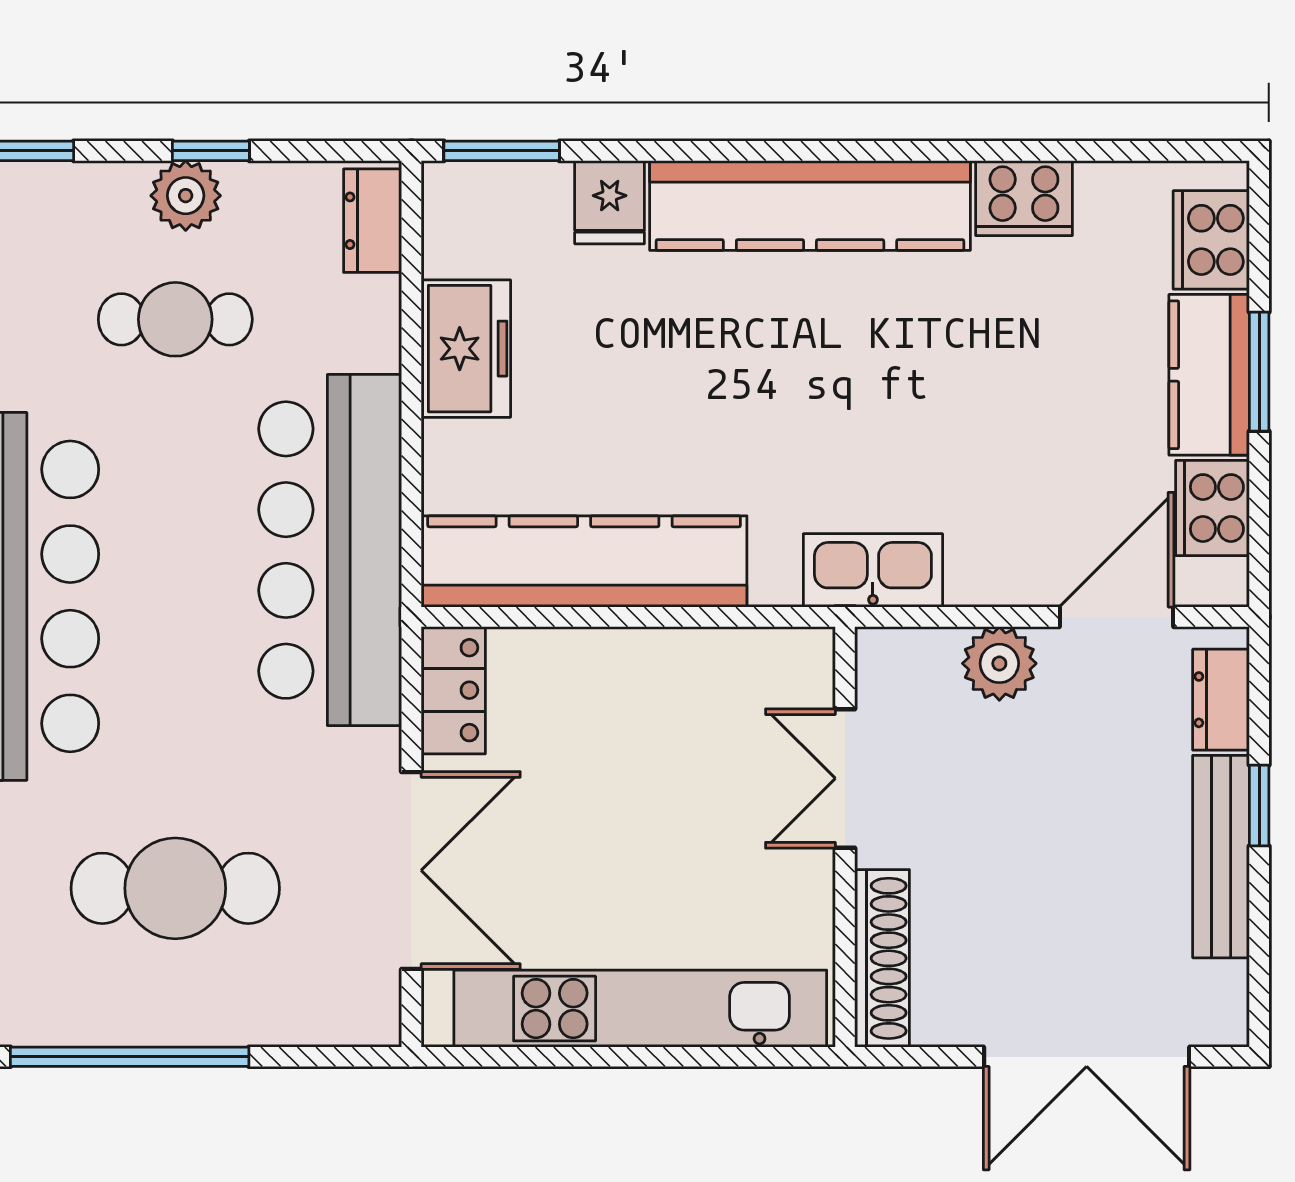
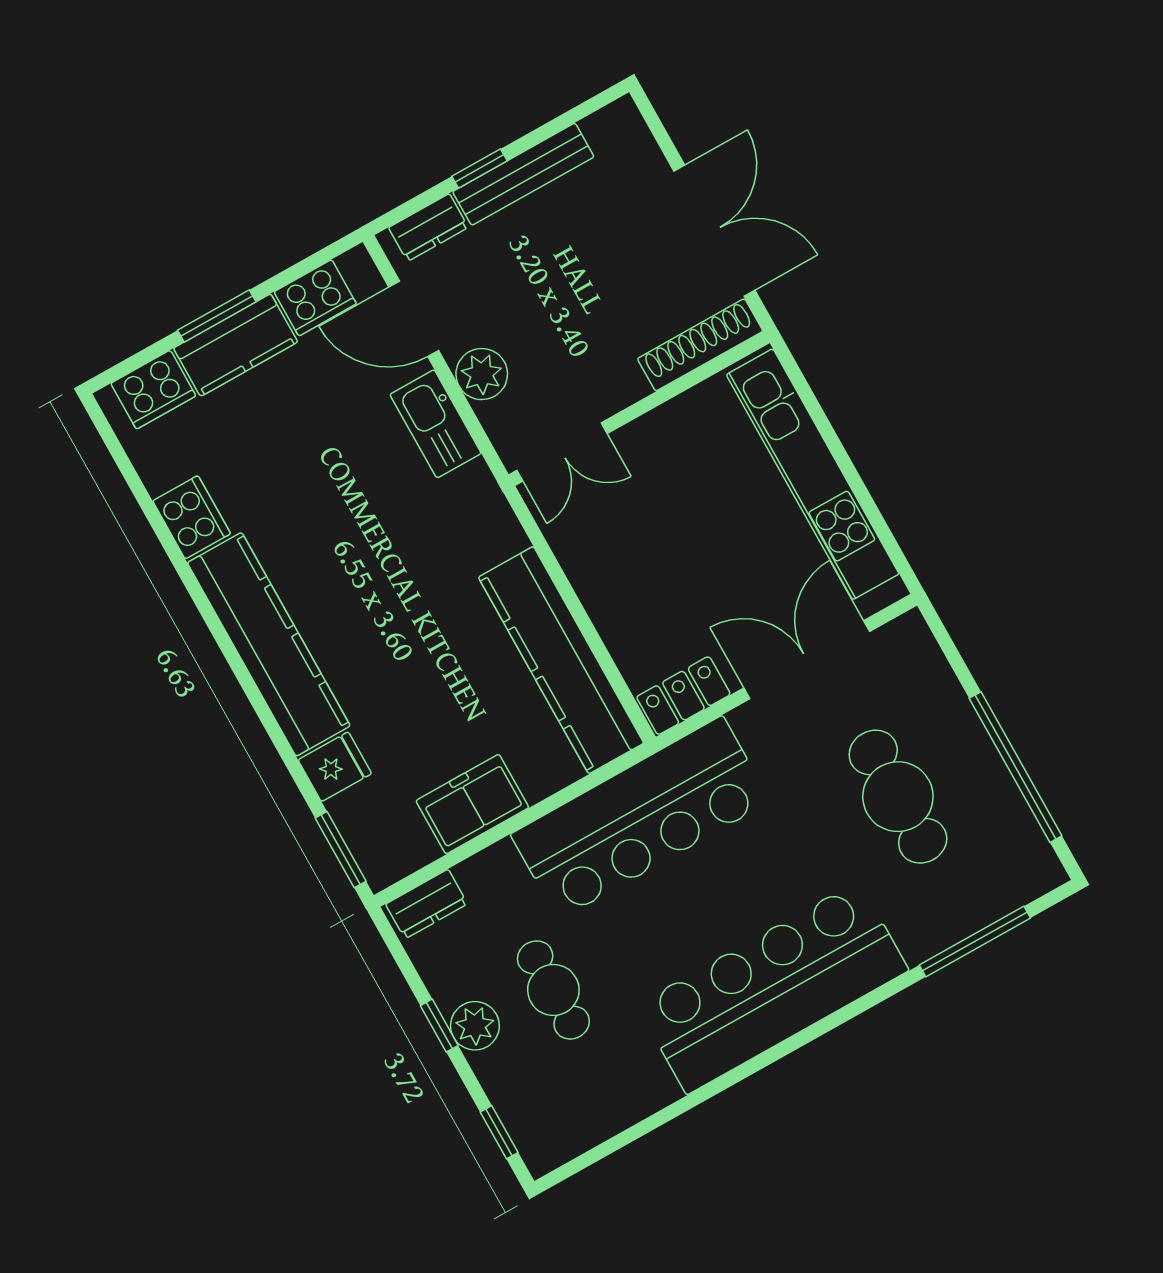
kitchen sink: (873, 570) -> (436, 424), moved
double door: (845, 778) -> (562, 452), moved
double door: (1087, 1057) -> (714, 231), moved

